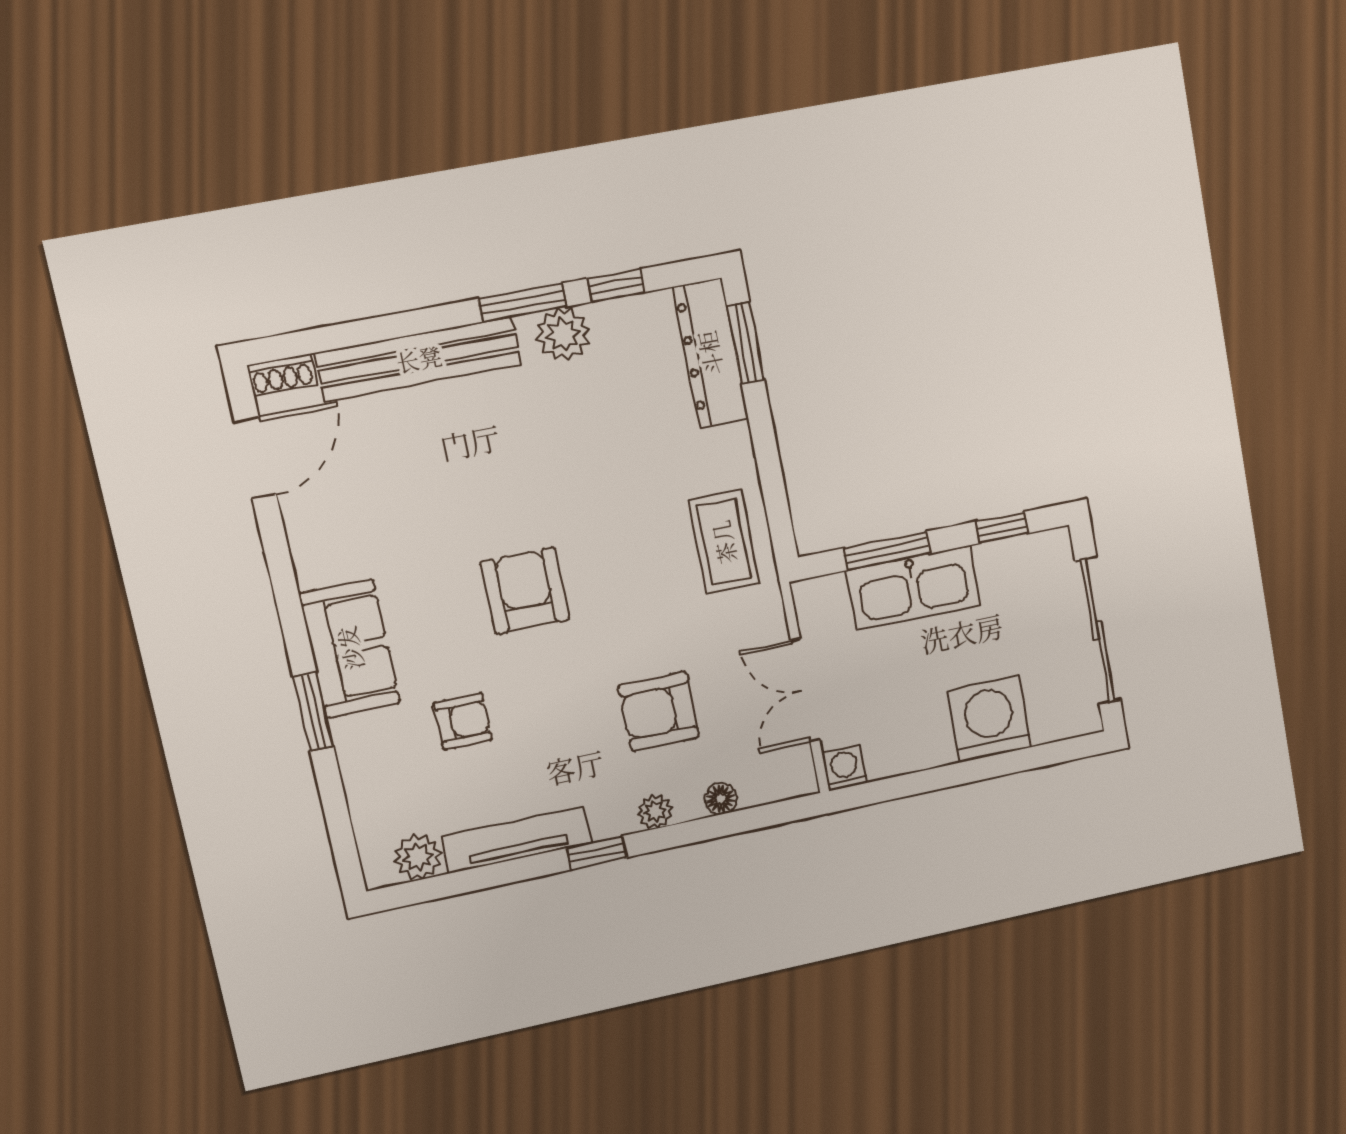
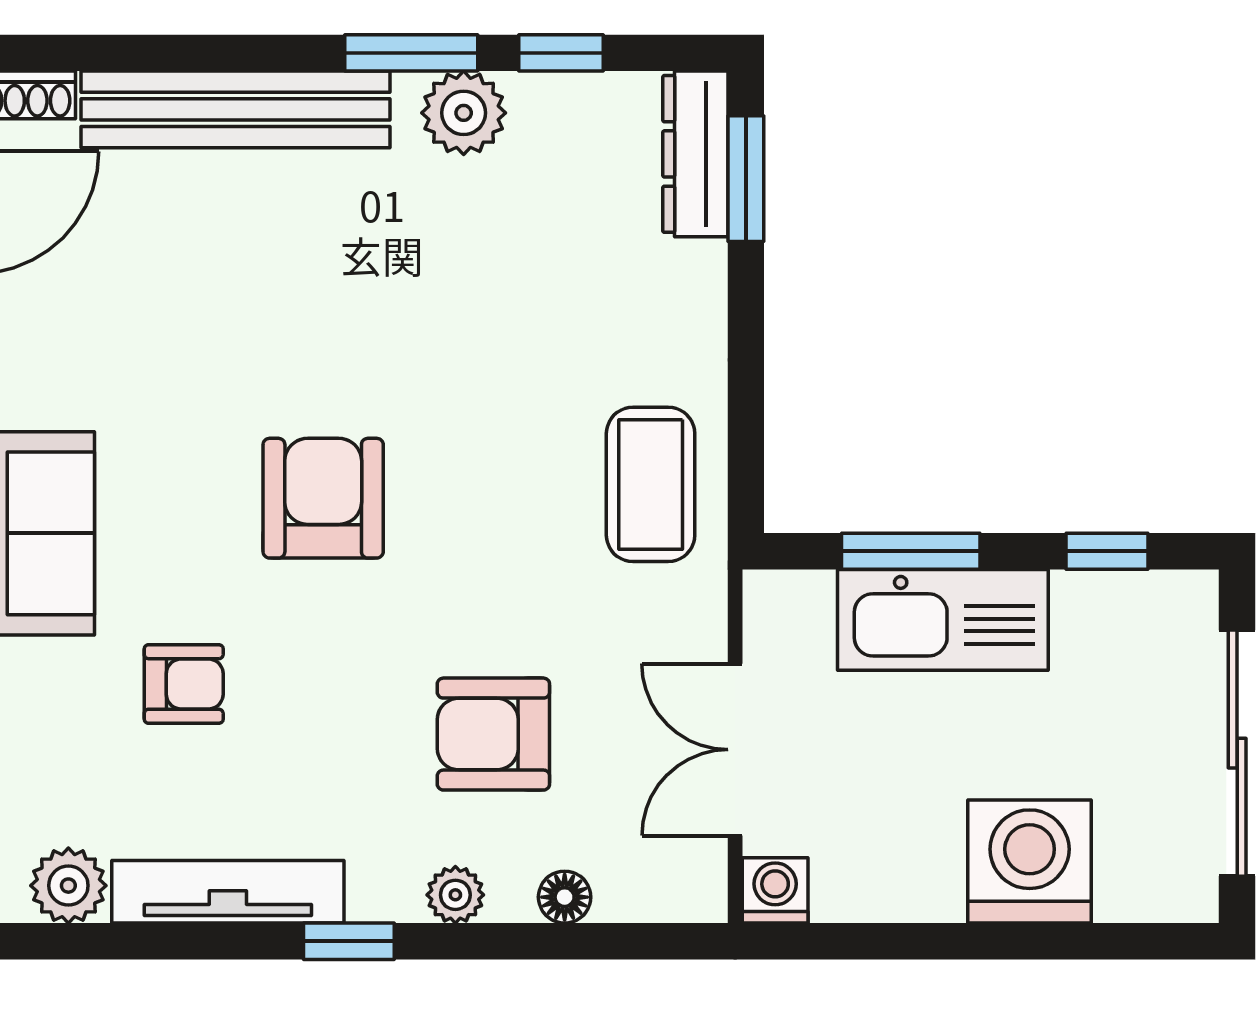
dresser: (710, 353) -> (695, 154), width x0.73, depth x0.80

